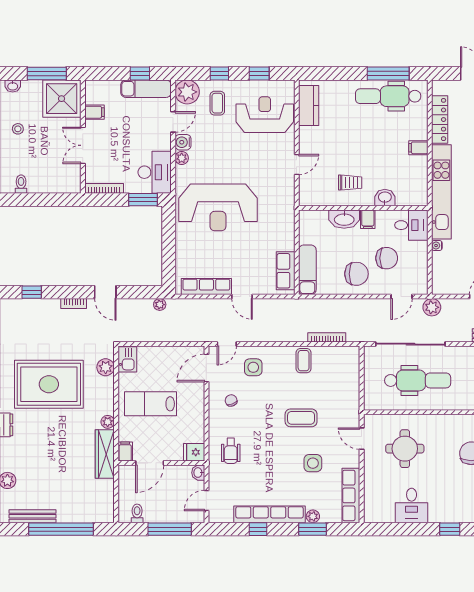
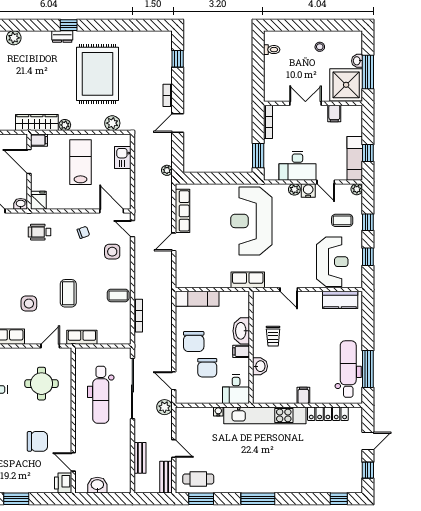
washbasin: (13, 86) -> (357, 61), moved
plant: (187, 92) -> (357, 189), width x0.53, depth x0.53
desk: (155, 172) -> (297, 166), moved
row of seats: (286, 271) -> (248, 280), moved
kitchen sink: (127, 359) -> (123, 158), moved, turned 90
row of seats: (352, 402) -> (82, 337), added

